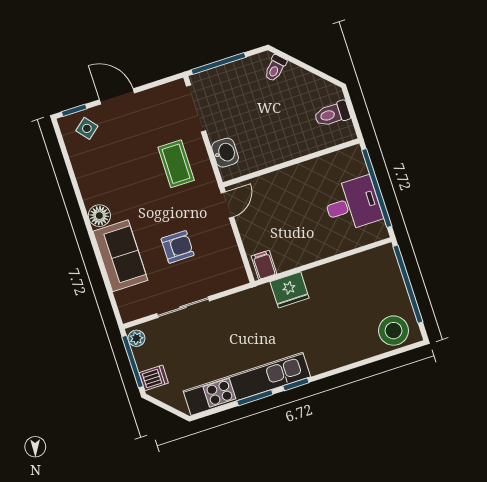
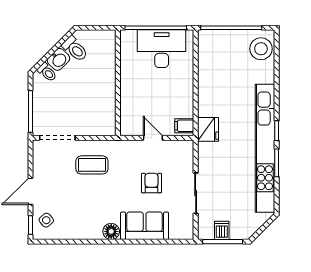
toilet: (332, 114) -> (75, 49), moved, turned -45
washbasin: (225, 153) -> (59, 59), moved, turned 135
desk: (353, 204) -> (162, 49), width x1.37
door: (227, 205) -> (153, 138), moved
fridge: (290, 290) -> (208, 129), moved
plant: (136, 338) -> (207, 233), removed
dishwasher: (154, 378) -> (222, 230), moved
kitchen unit: (247, 384) -> (265, 148), width x1.36

